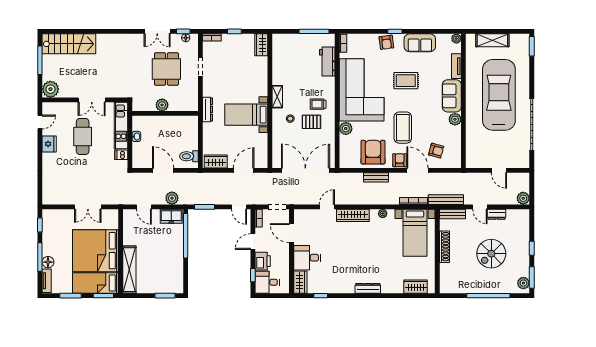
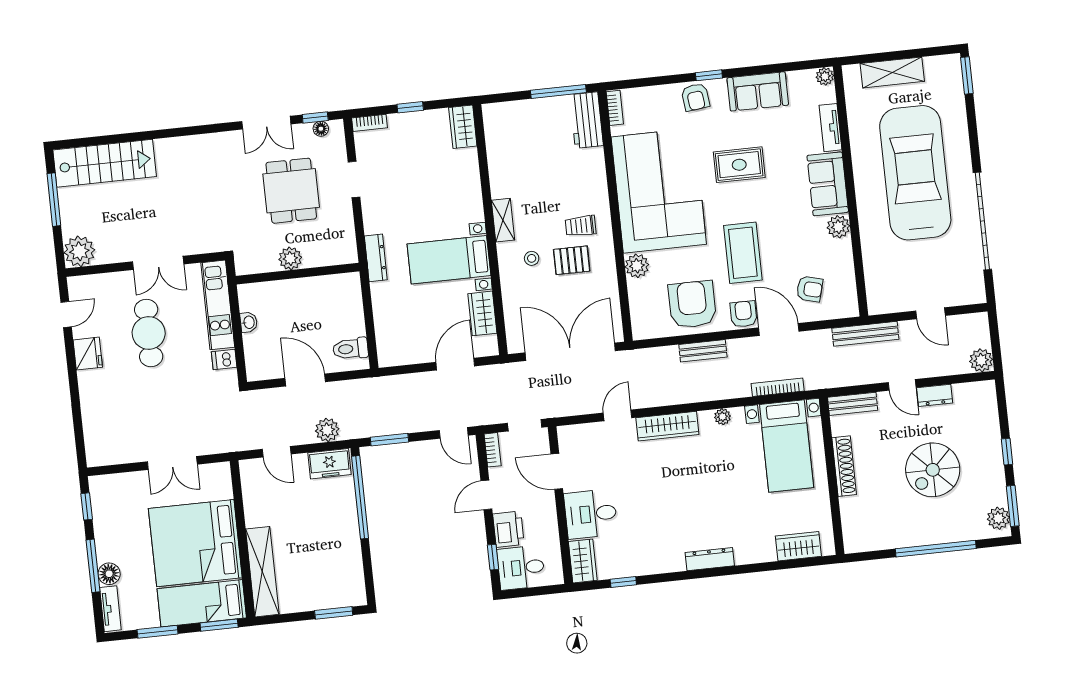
workbench: (327, 61) -> (587, 120), moved
wardrobe: (216, 161) -> (482, 313), moved, turned -90
bench: (446, 200) -> (865, 334), moved

